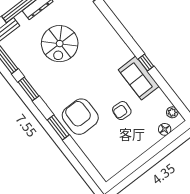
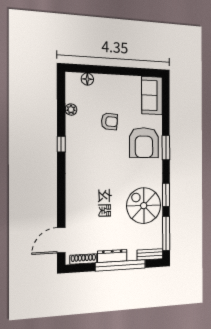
spiral stairs: (60, 44) -> (144, 206), moved, turned -90
sofa: (139, 78) -> (152, 95), moved, turned 180
plant: (172, 112) -> (71, 110), moved

